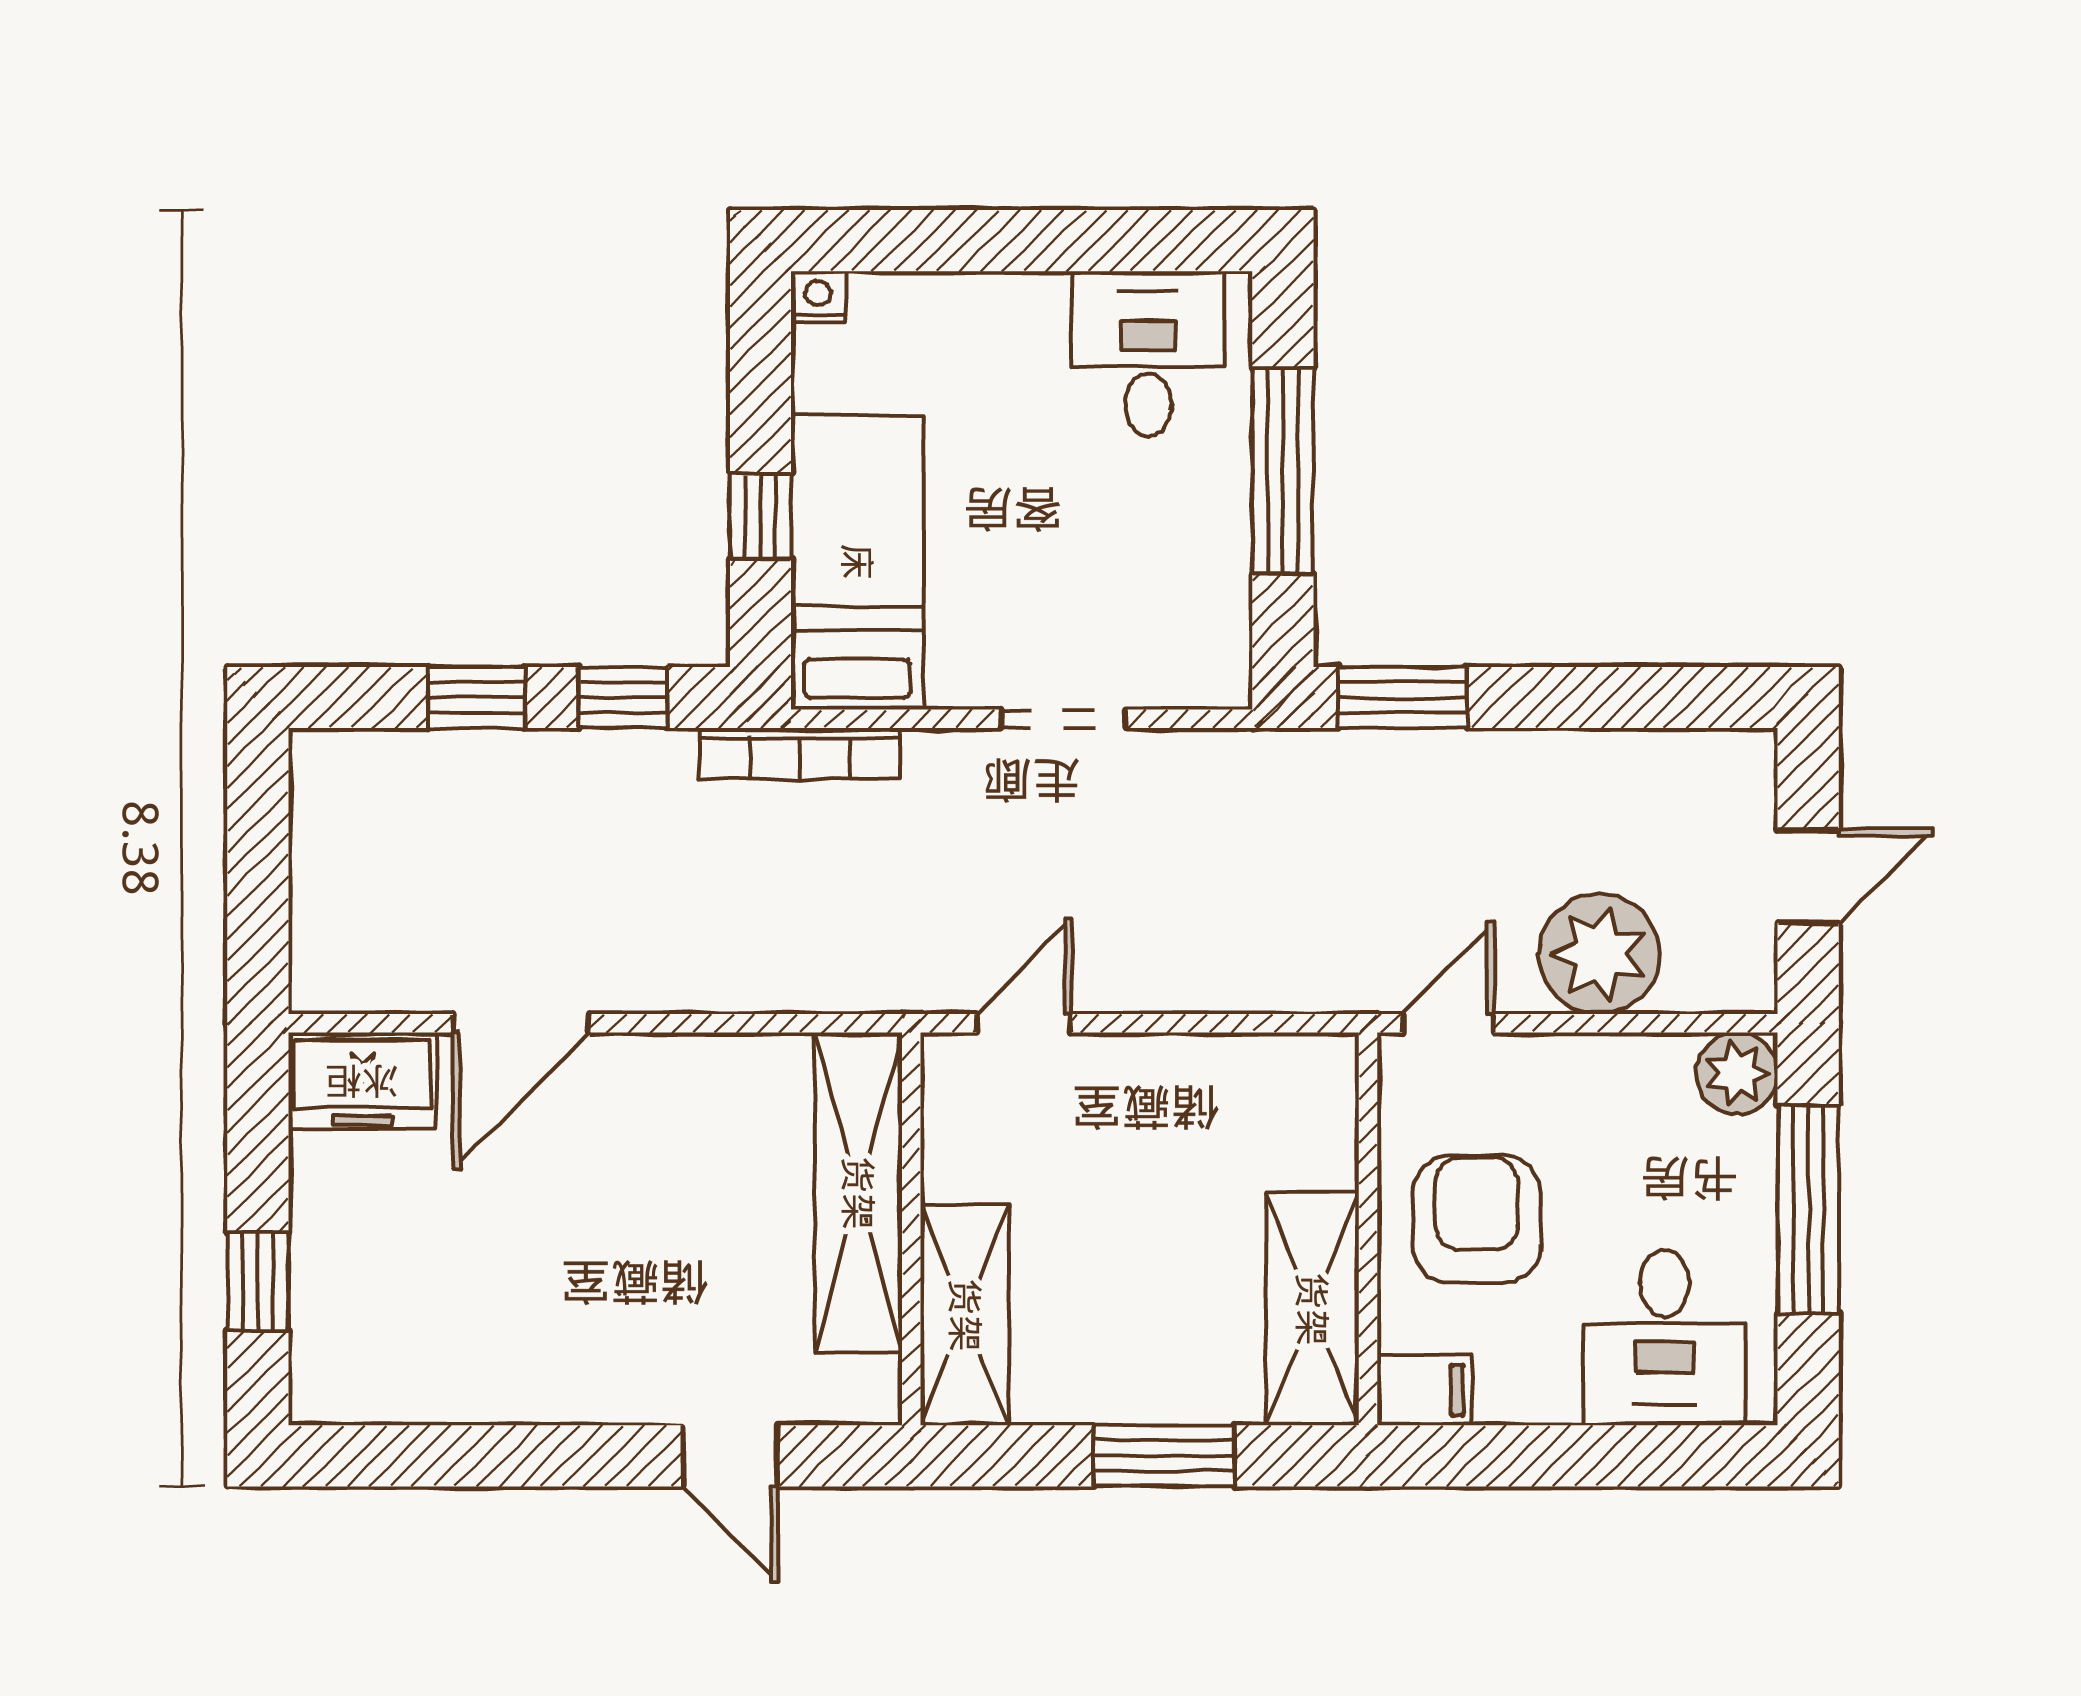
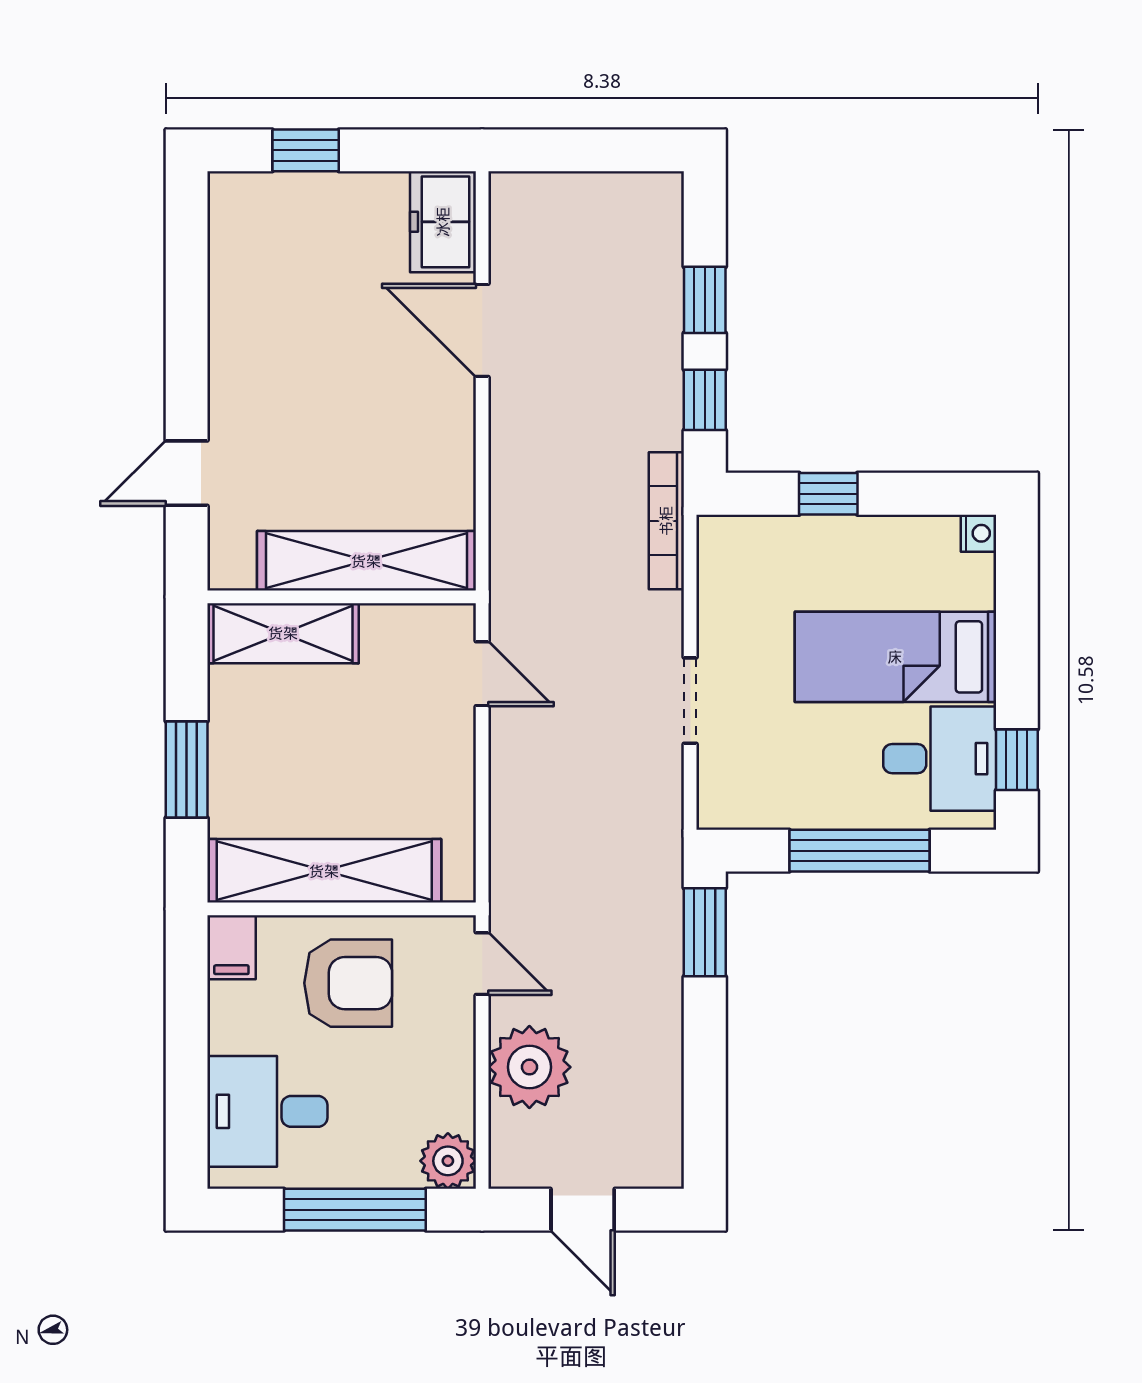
window: (1150, 241) -> (1017, 760), added
bed: (857, 562) -> (895, 657), moved, turned 180
shelving: (1312, 1309) -> (324, 871), width x1.47

